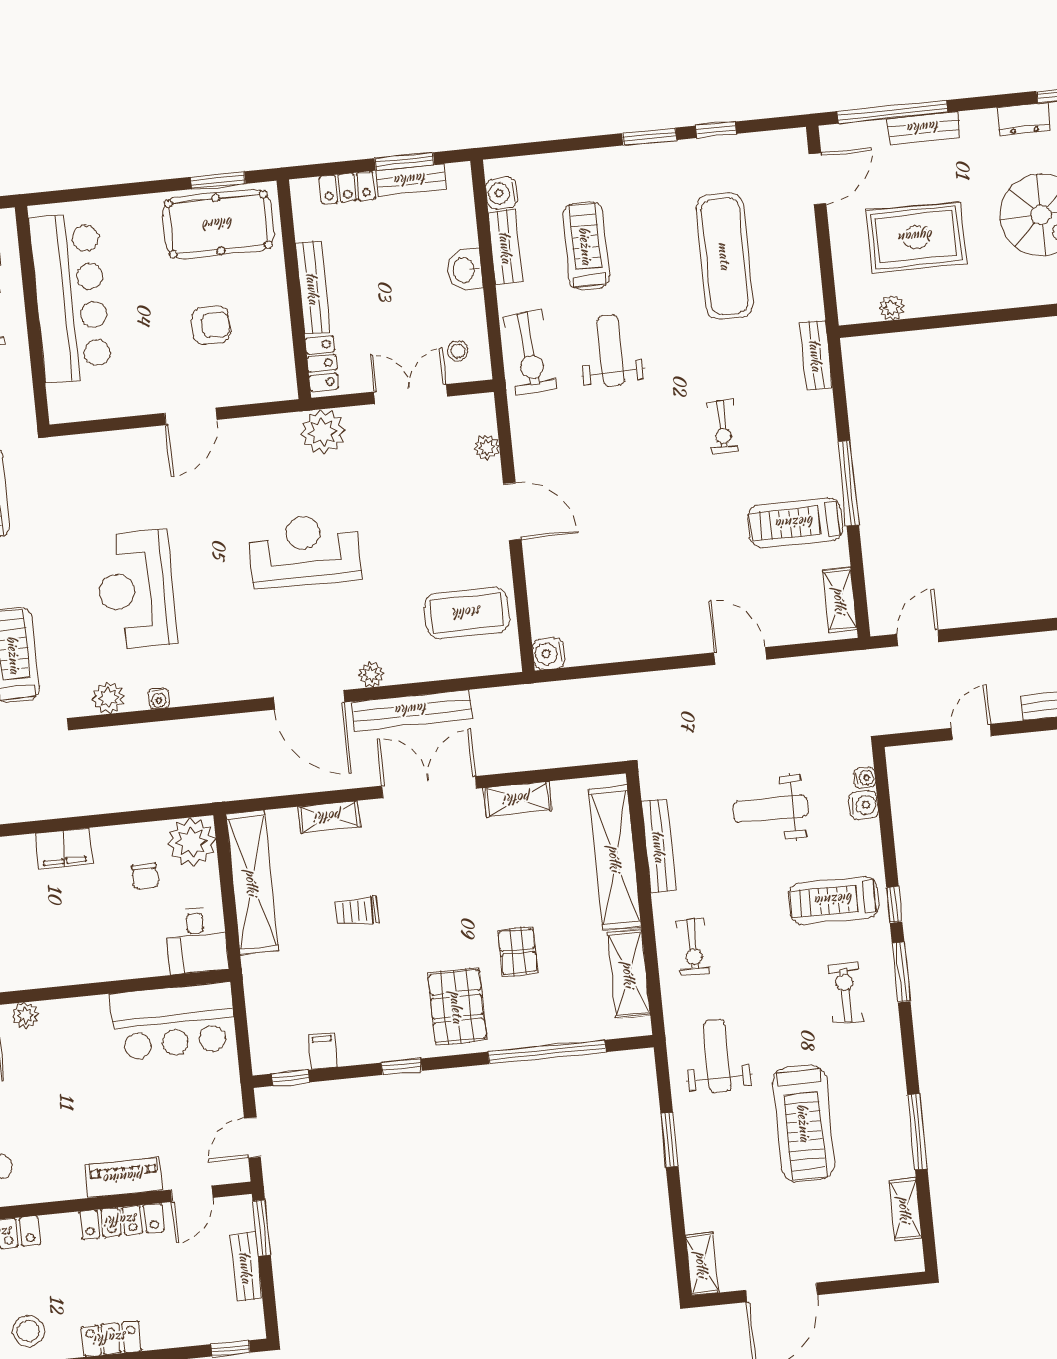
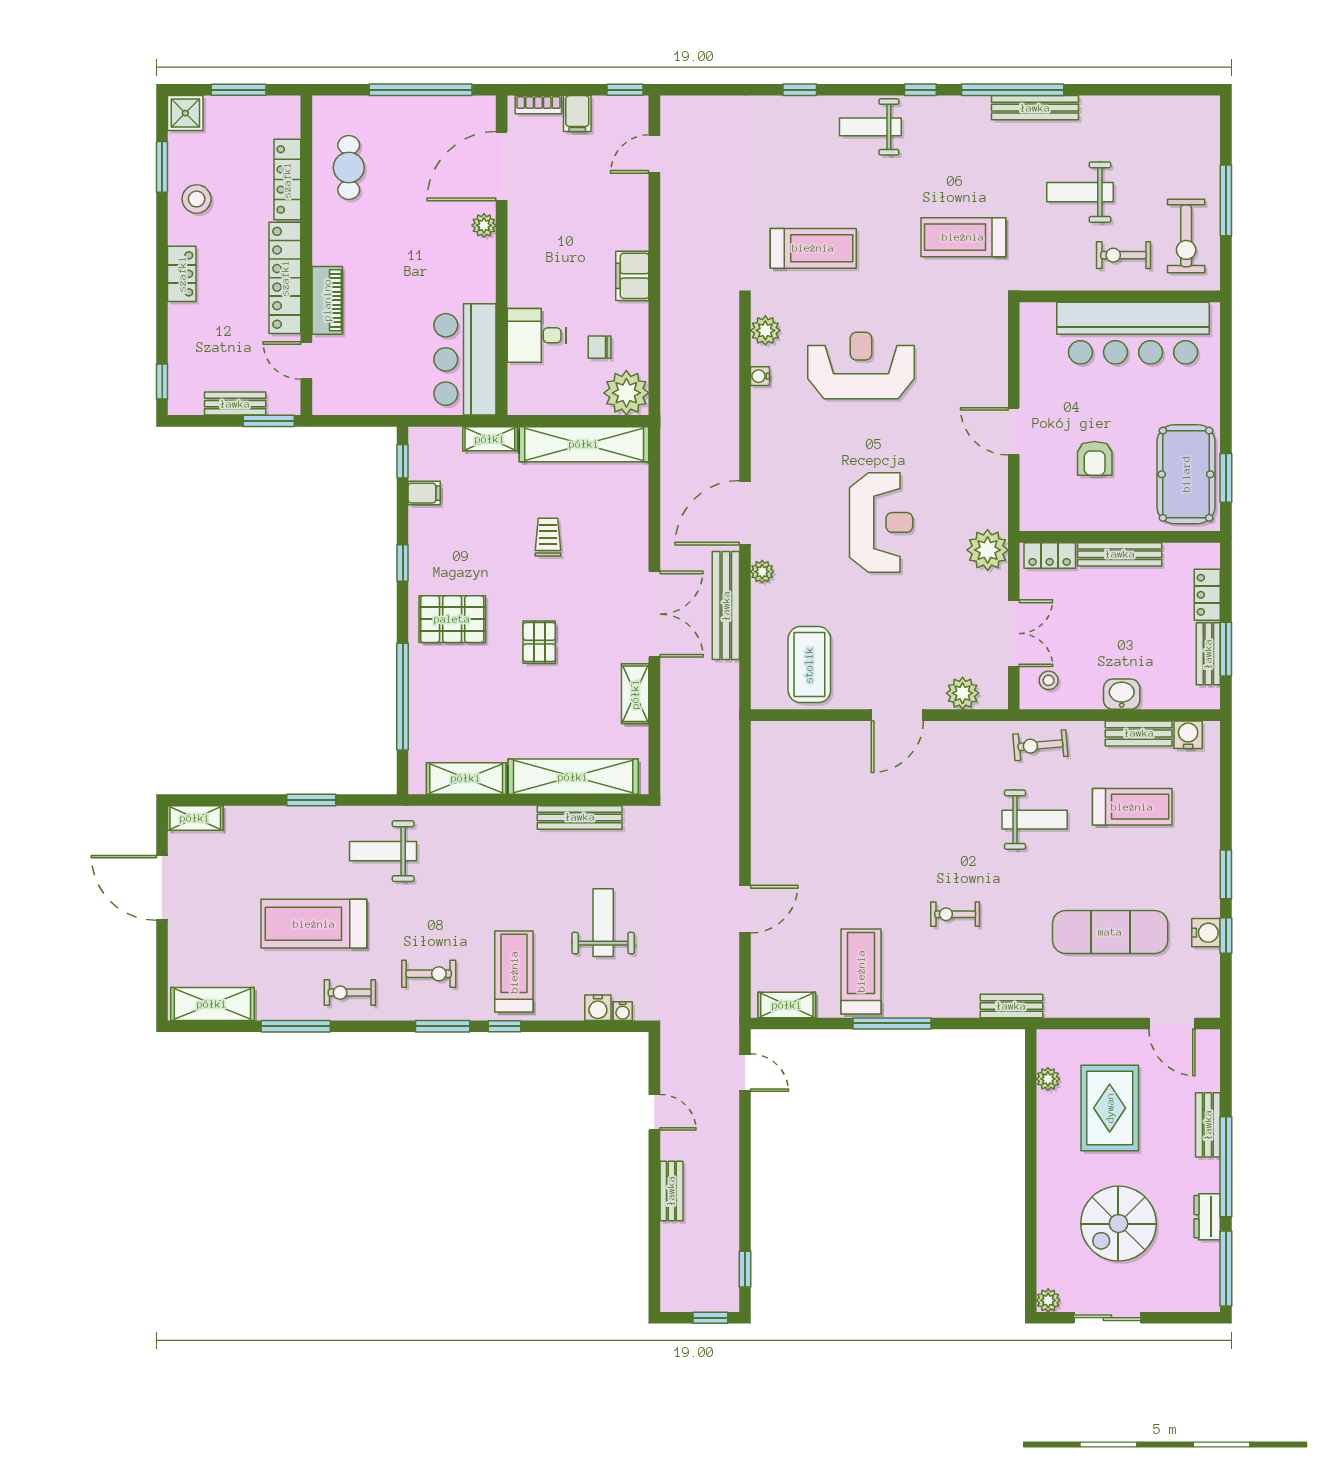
window: (892, 112) -> (1226, 1167), moved
exercise bike: (529, 353) -> (1040, 745), width x0.73, depth x0.72
plant: (487, 447) -> (963, 693), width x1.38, depth x1.38
water cooler: (549, 654) -> (1206, 933), moved, turned 90
shelving: (329, 817) -> (490, 439), moved, turned 90
desk: (196, 940) -> (536, 335), moved
exercise bike: (693, 947) -> (350, 993), moved
pallet: (518, 952) -> (539, 642), moved, turned 90
weight bench: (717, 1056) -> (383, 851), turned 180
door: (252, 1138) -> (352, 421), removed
shelving: (905, 1209) -> (212, 1004), width x1.50, depth x1.33
locker: (122, 1221) -> (285, 278), width x1.41, depth x1.21

